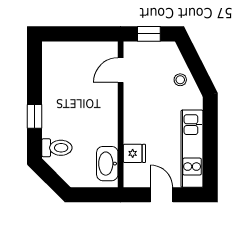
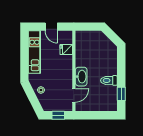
window: (35, 116) -> (121, 94), moved
toilet: (57, 148) -> (109, 80), moved
washbasin: (107, 164) -> (81, 77), moved

